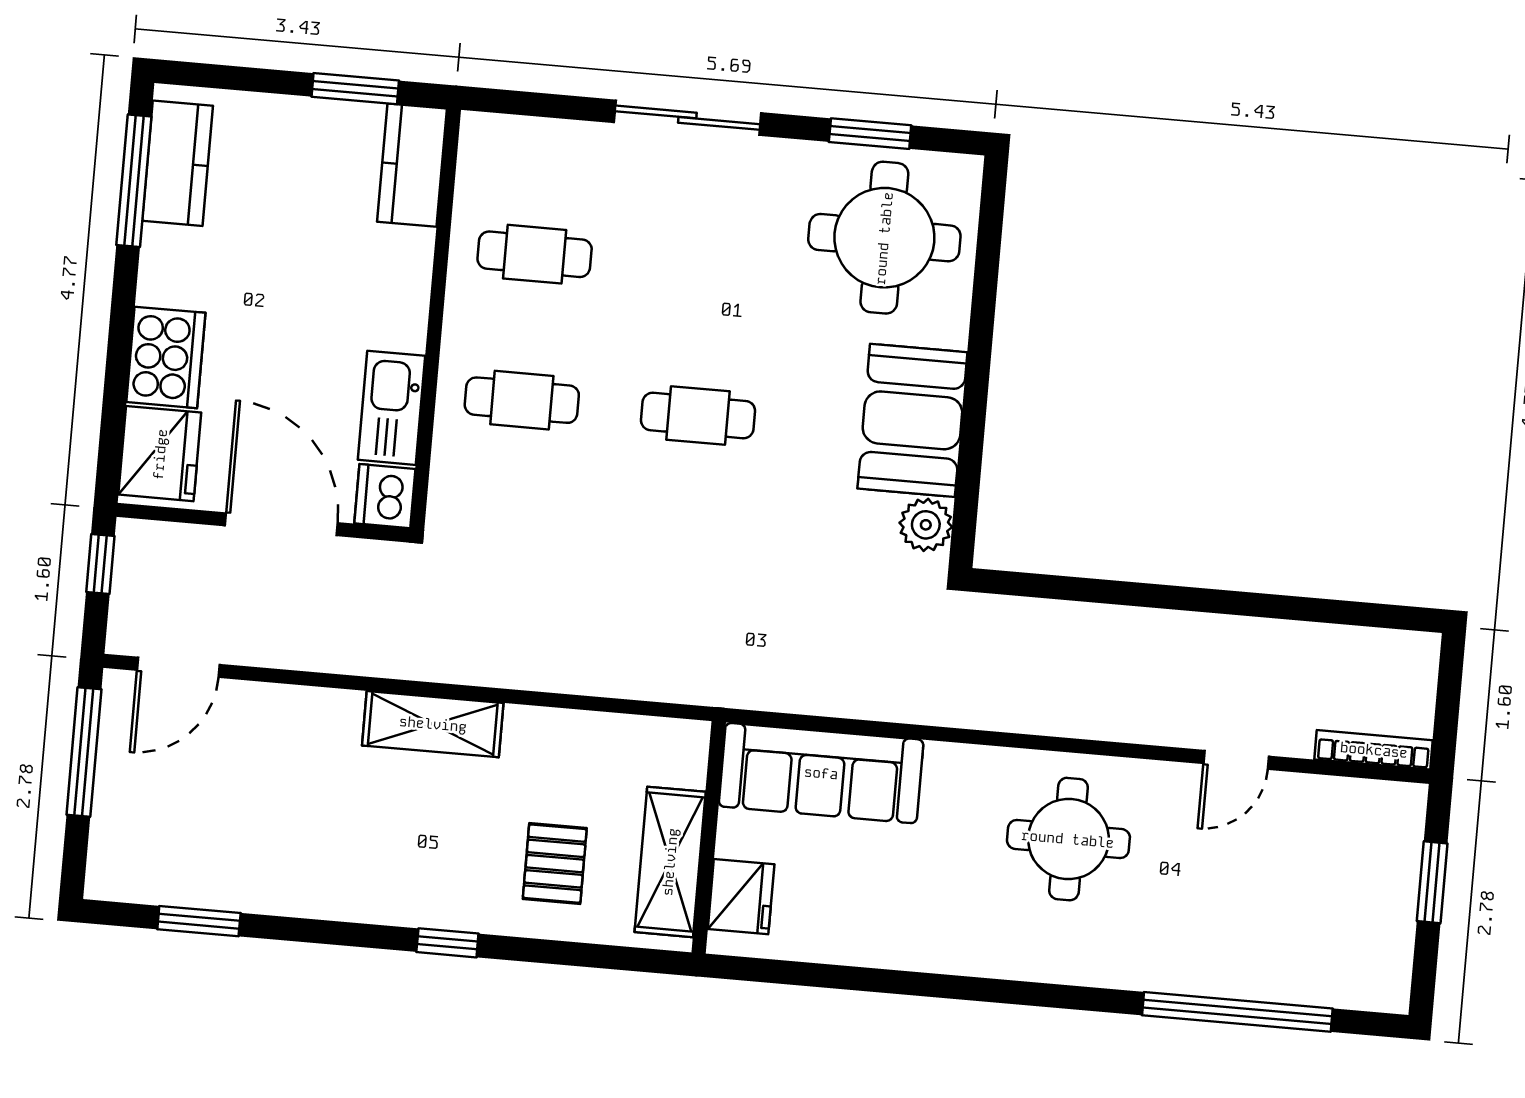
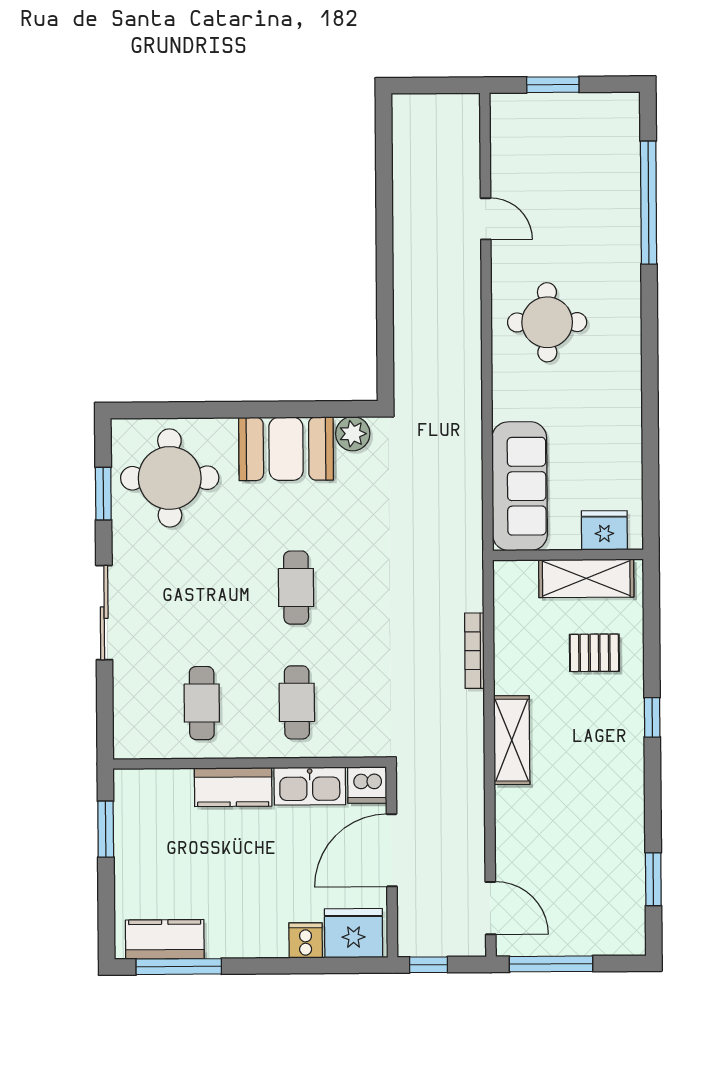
kitchen counter: (412, 165) -> (233, 787), moved
cooker: (166, 357) -> (306, 940), width x0.53, depth x0.76
bookcase: (1374, 750) -> (474, 651), moved

